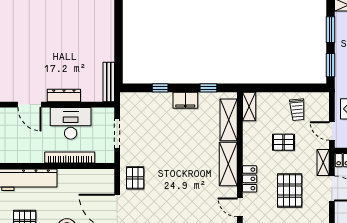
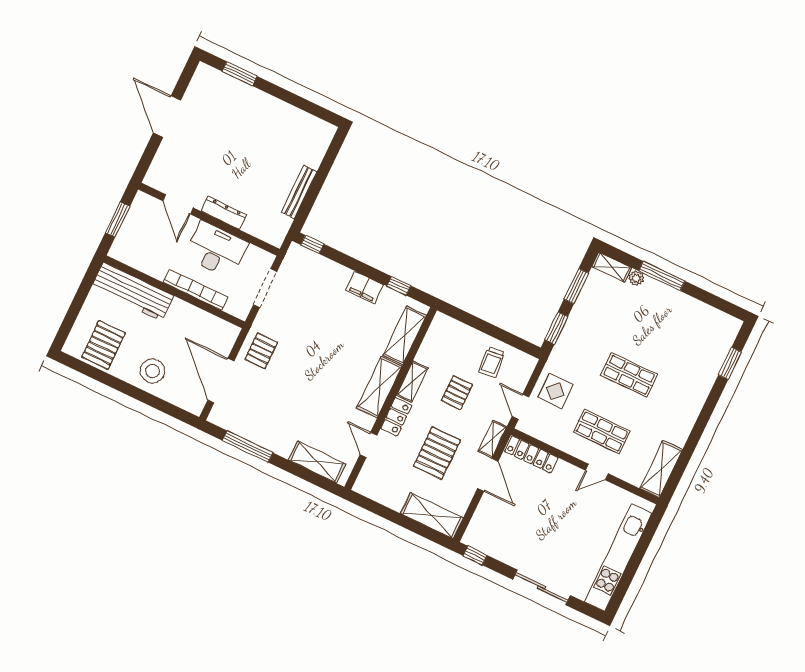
bench: (109, 82) -> (299, 192), moved
window: (160, 88) -> (312, 244), moved
shelving: (249, 107) -> (412, 382), moved
pallet: (283, 142) -> (457, 393), turned 90

